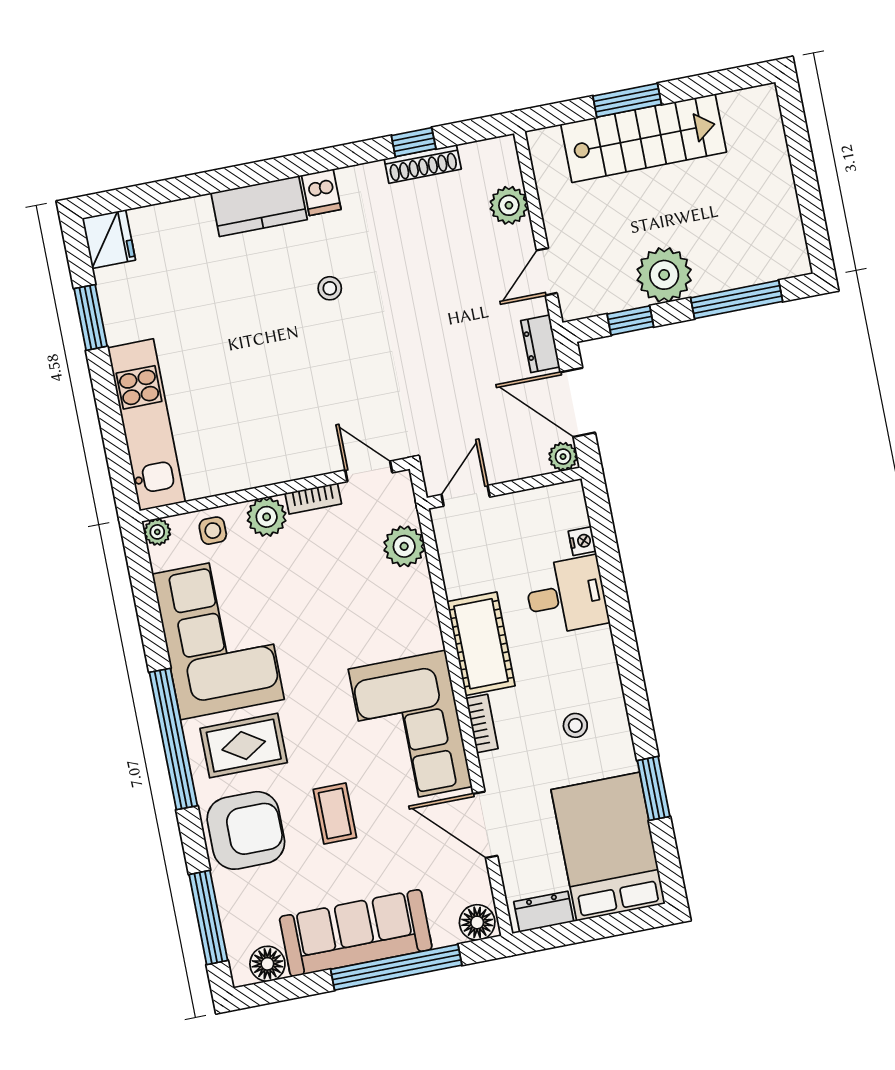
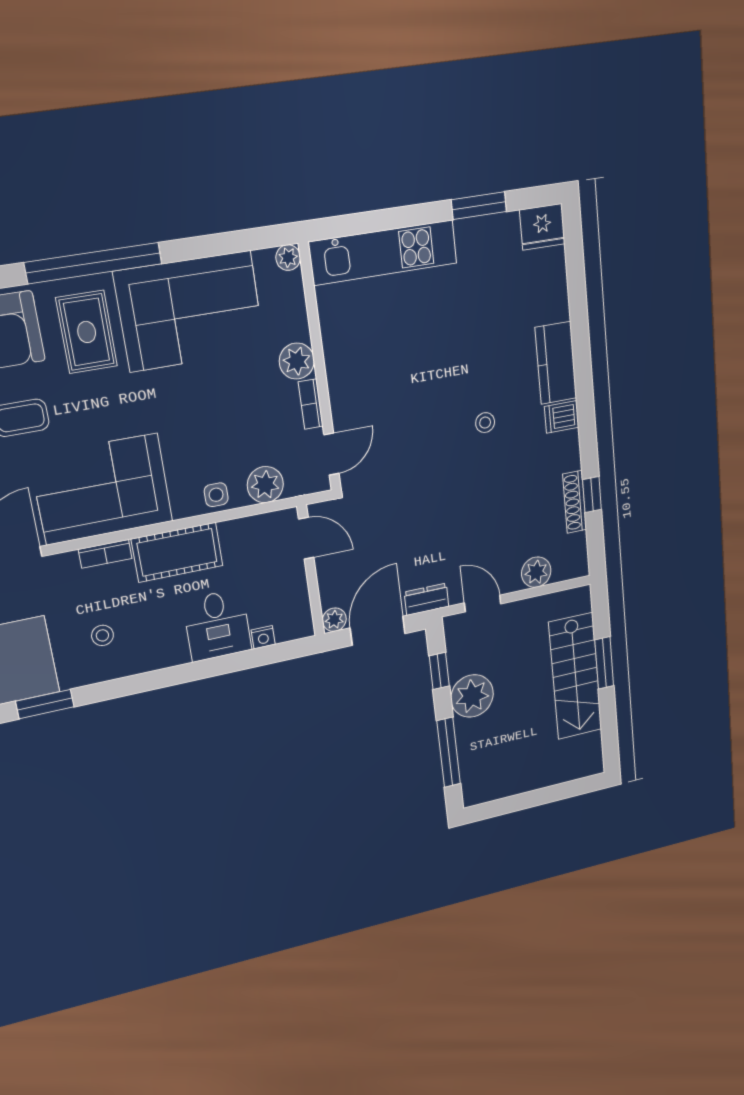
side table: (213, 531) -> (216, 495), moved

